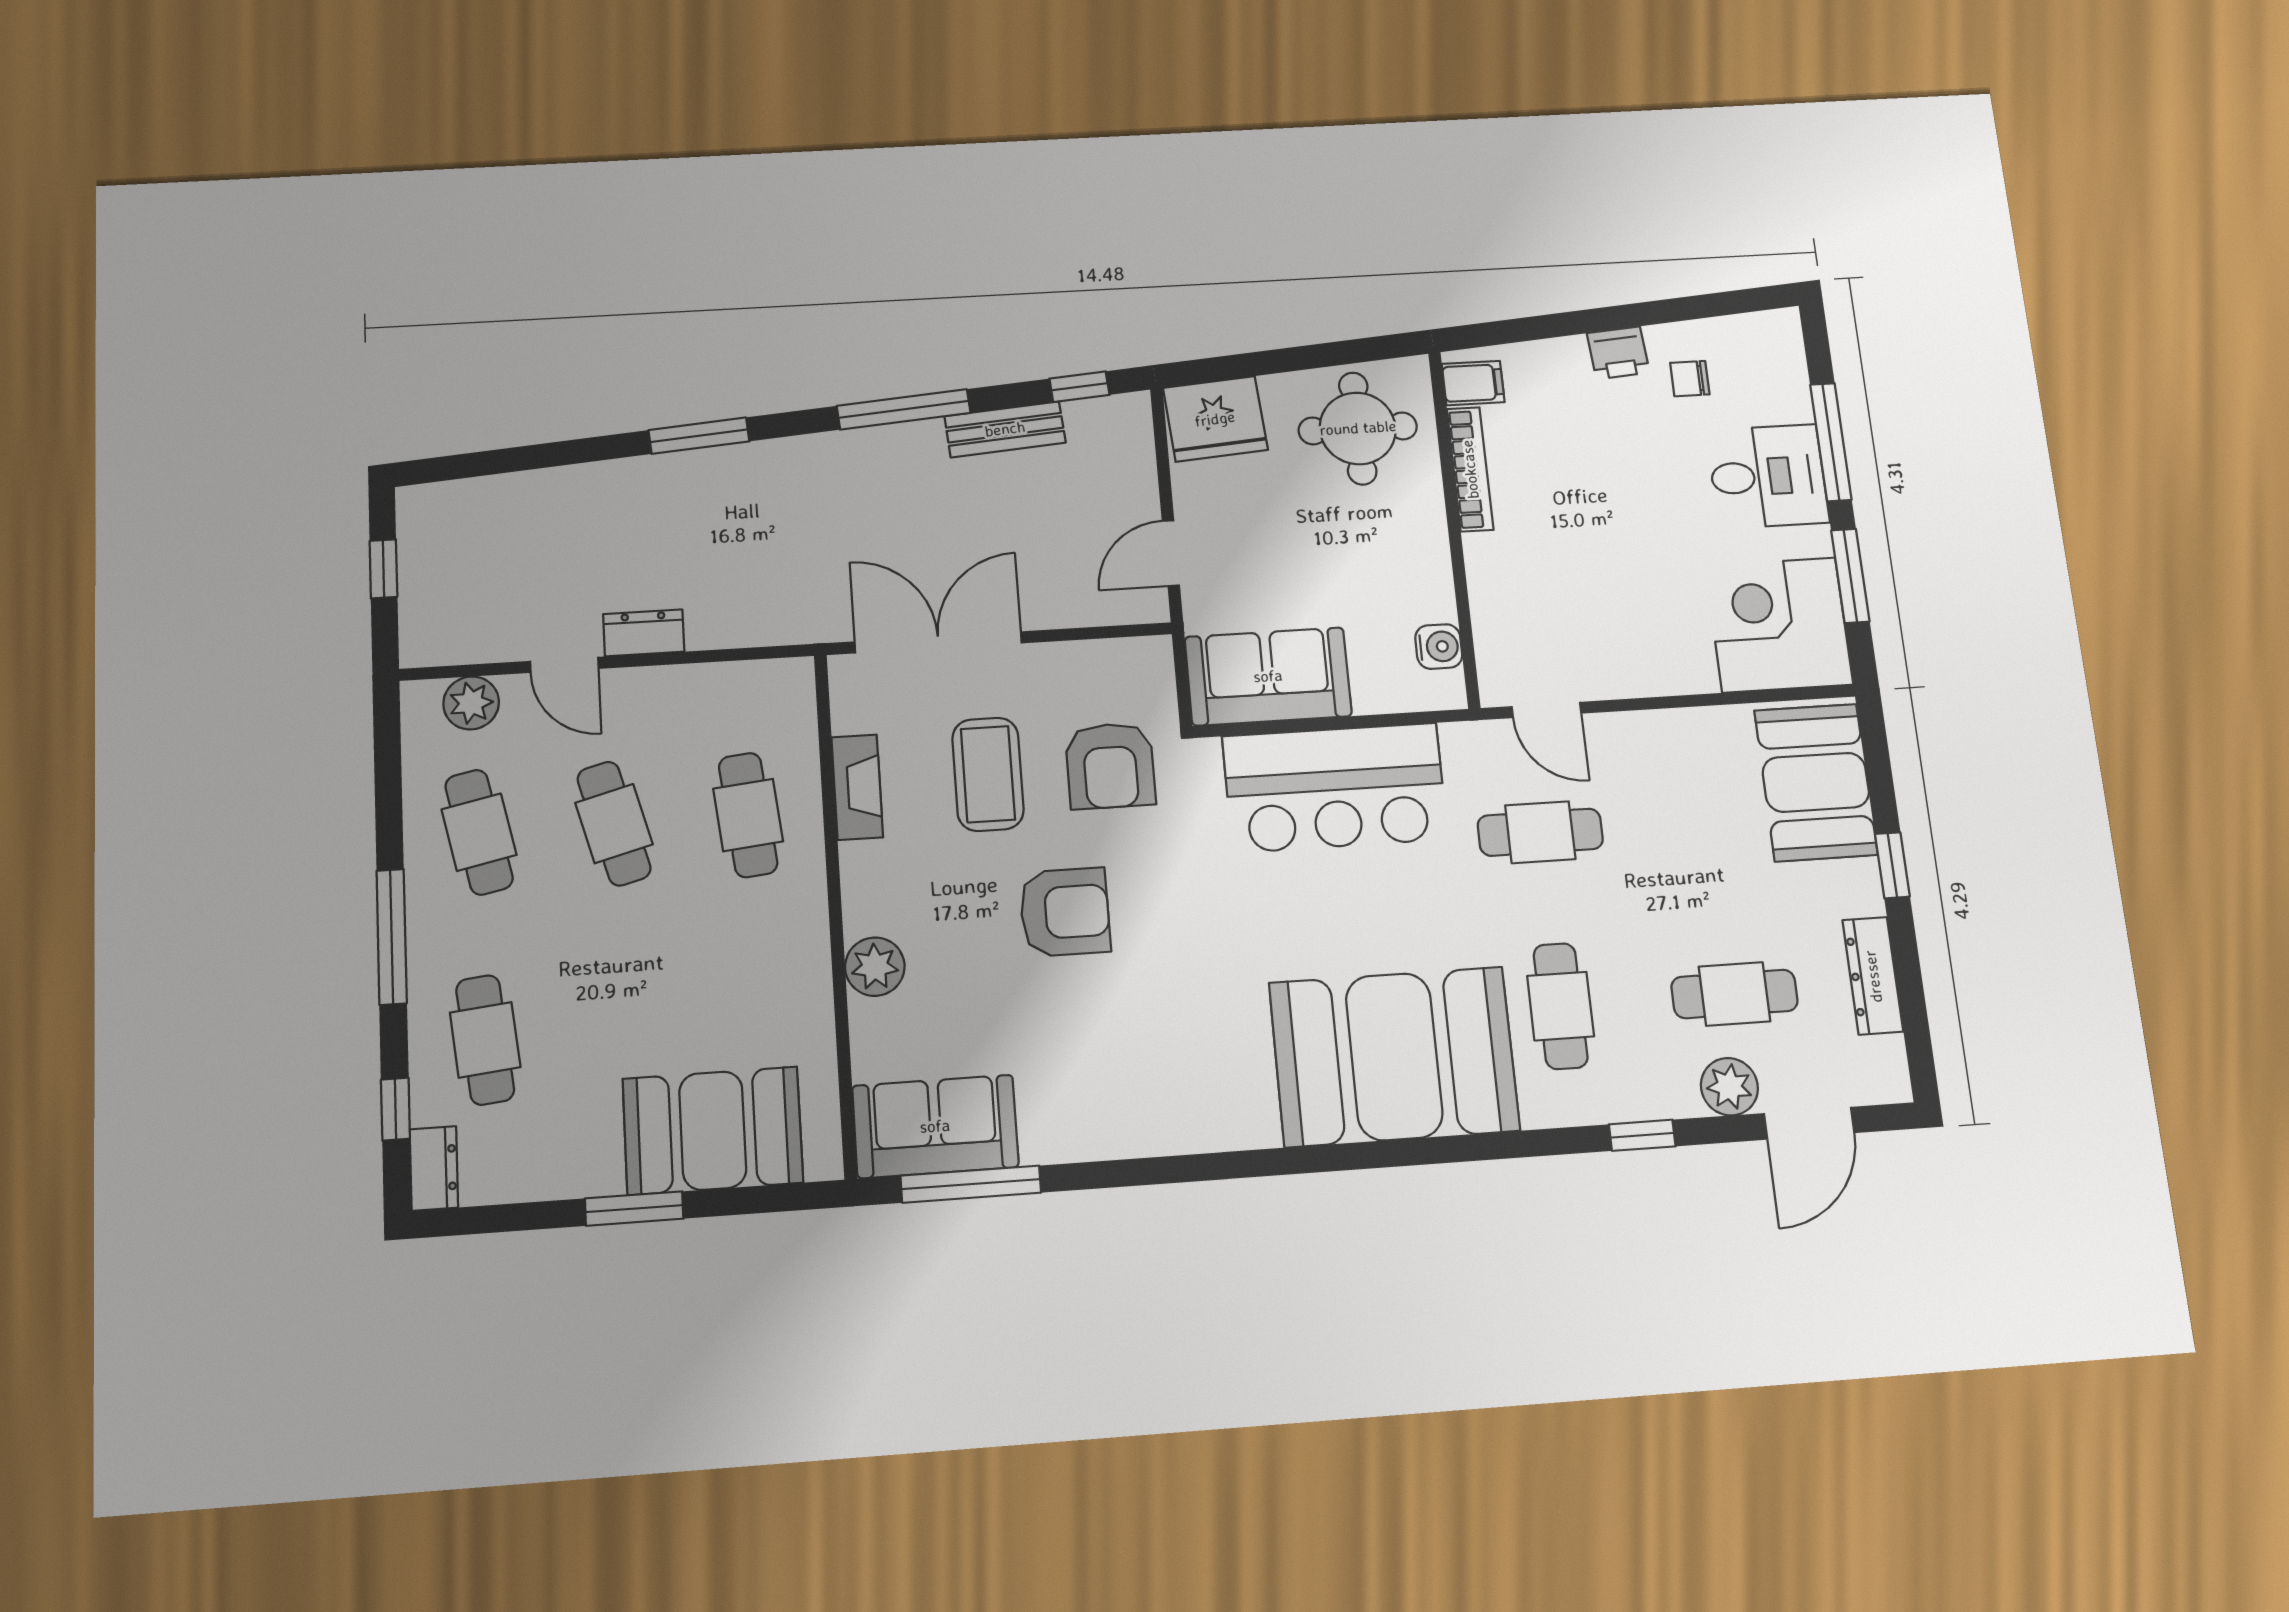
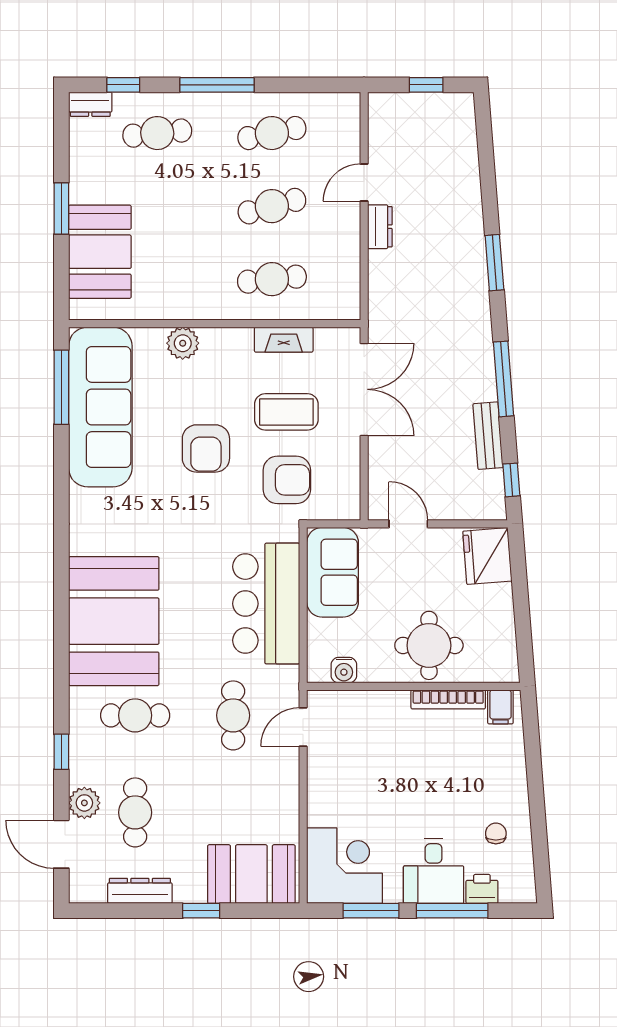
printer: (1618, 353) -> (482, 889), moved, turned 94
round table: (1358, 428) -> (429, 645), moved
plant: (471, 703) -> (345, 131), removed
armchair: (1110, 766) -> (287, 480), turned 180
sofa: (935, 1126) -> (100, 407), width x1.85, depth x1.27

